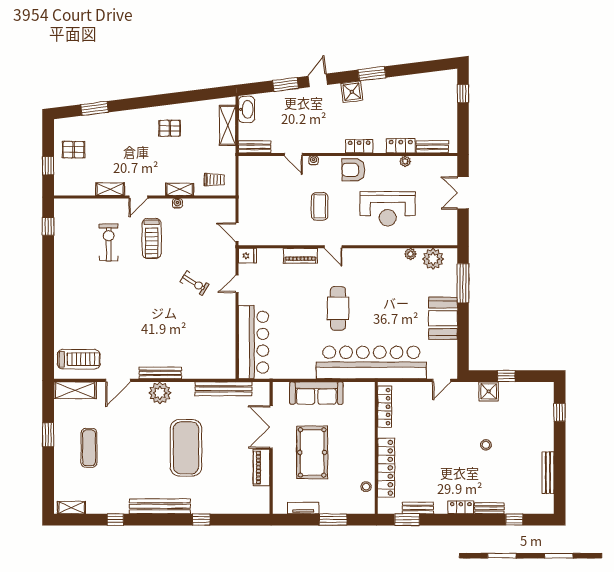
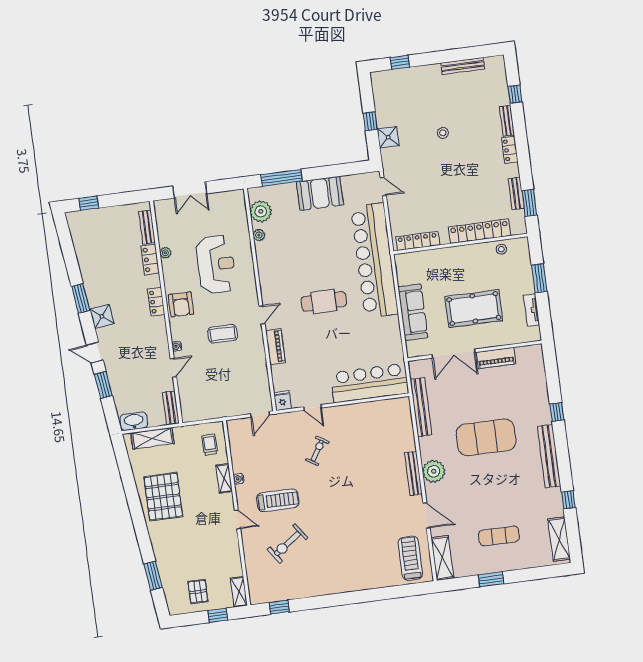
pallet: (170, 128) -> (163, 497), width x2.05, depth x2.00
shelving: (110, 189) -> (239, 592), moved
exercise bike: (109, 242) -> (287, 544), turned -35
shelving: (71, 508) -> (559, 539), width x1.50, depth x1.33

